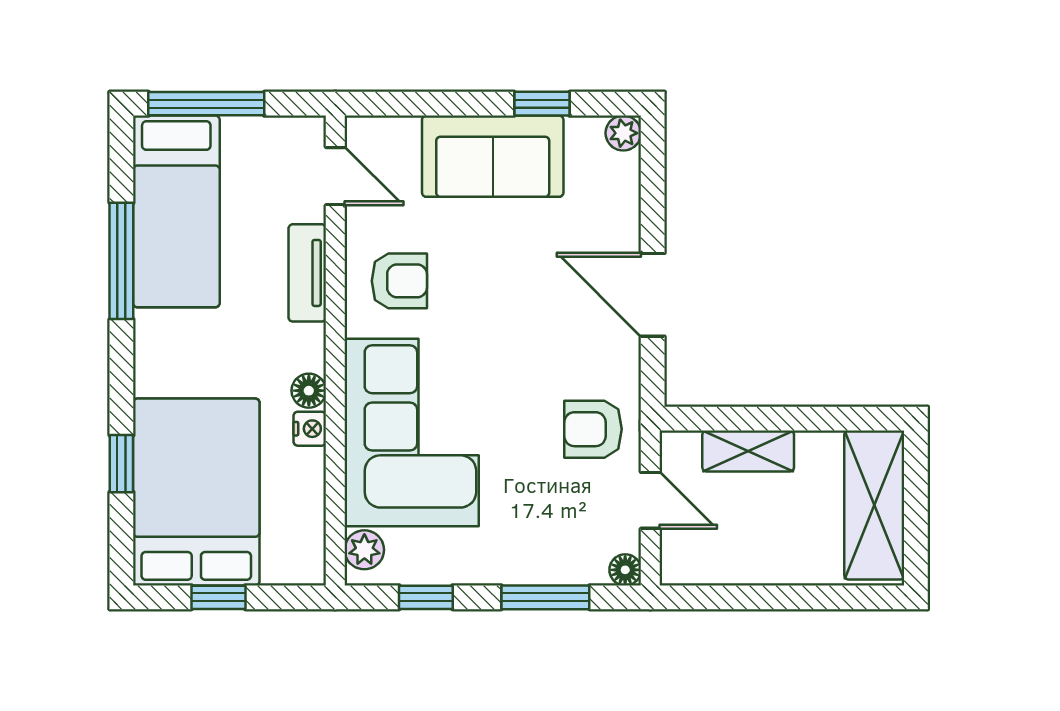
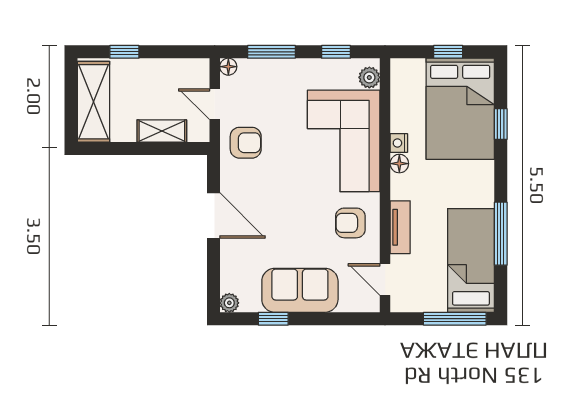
window: (817, 597) -> (124, 52), added

